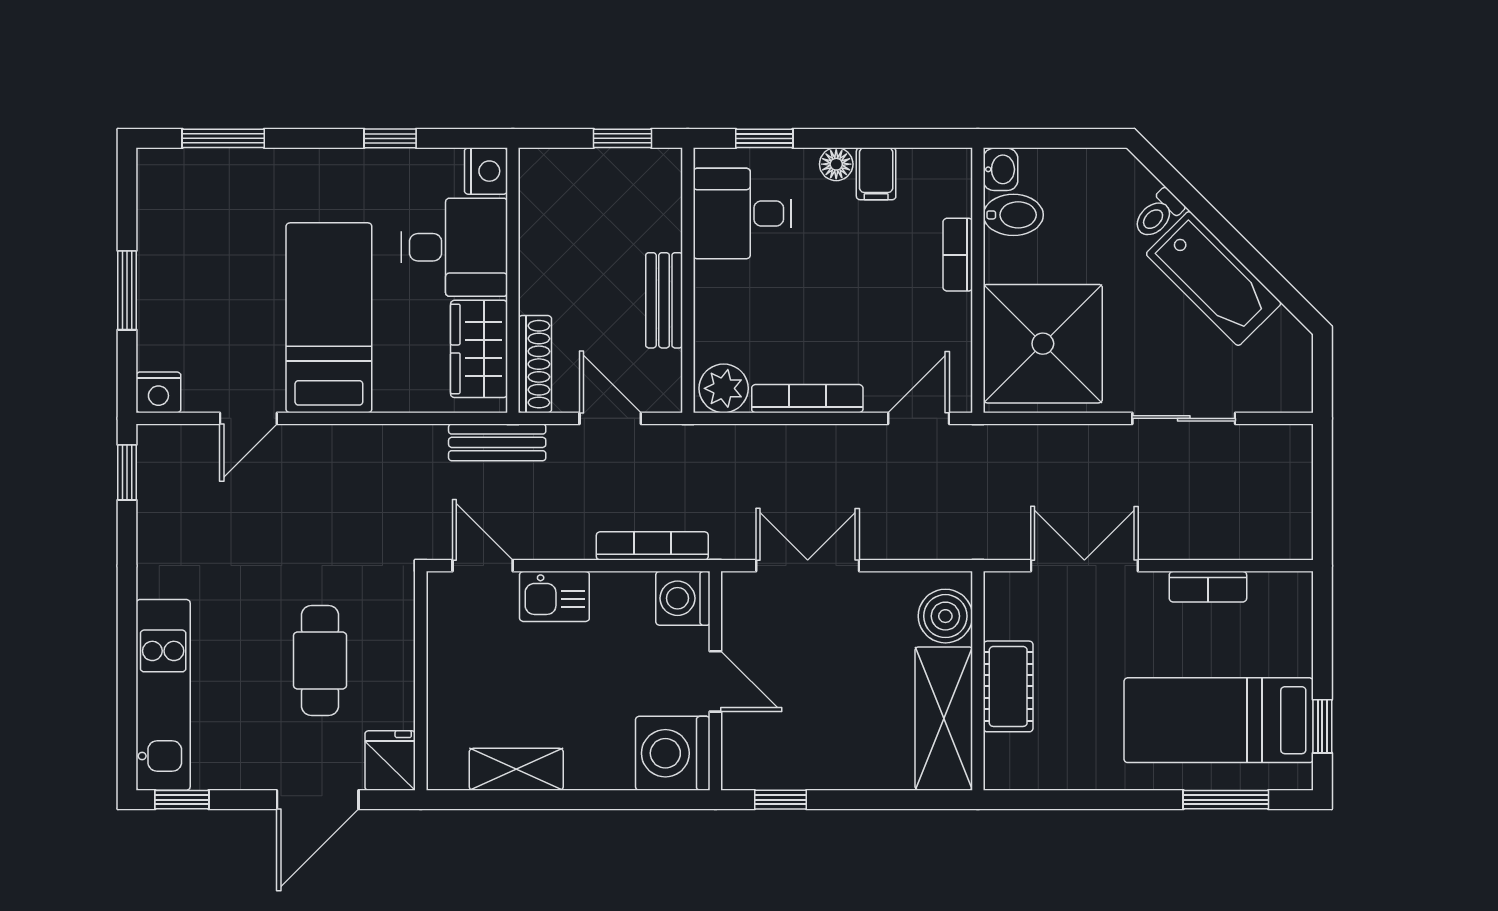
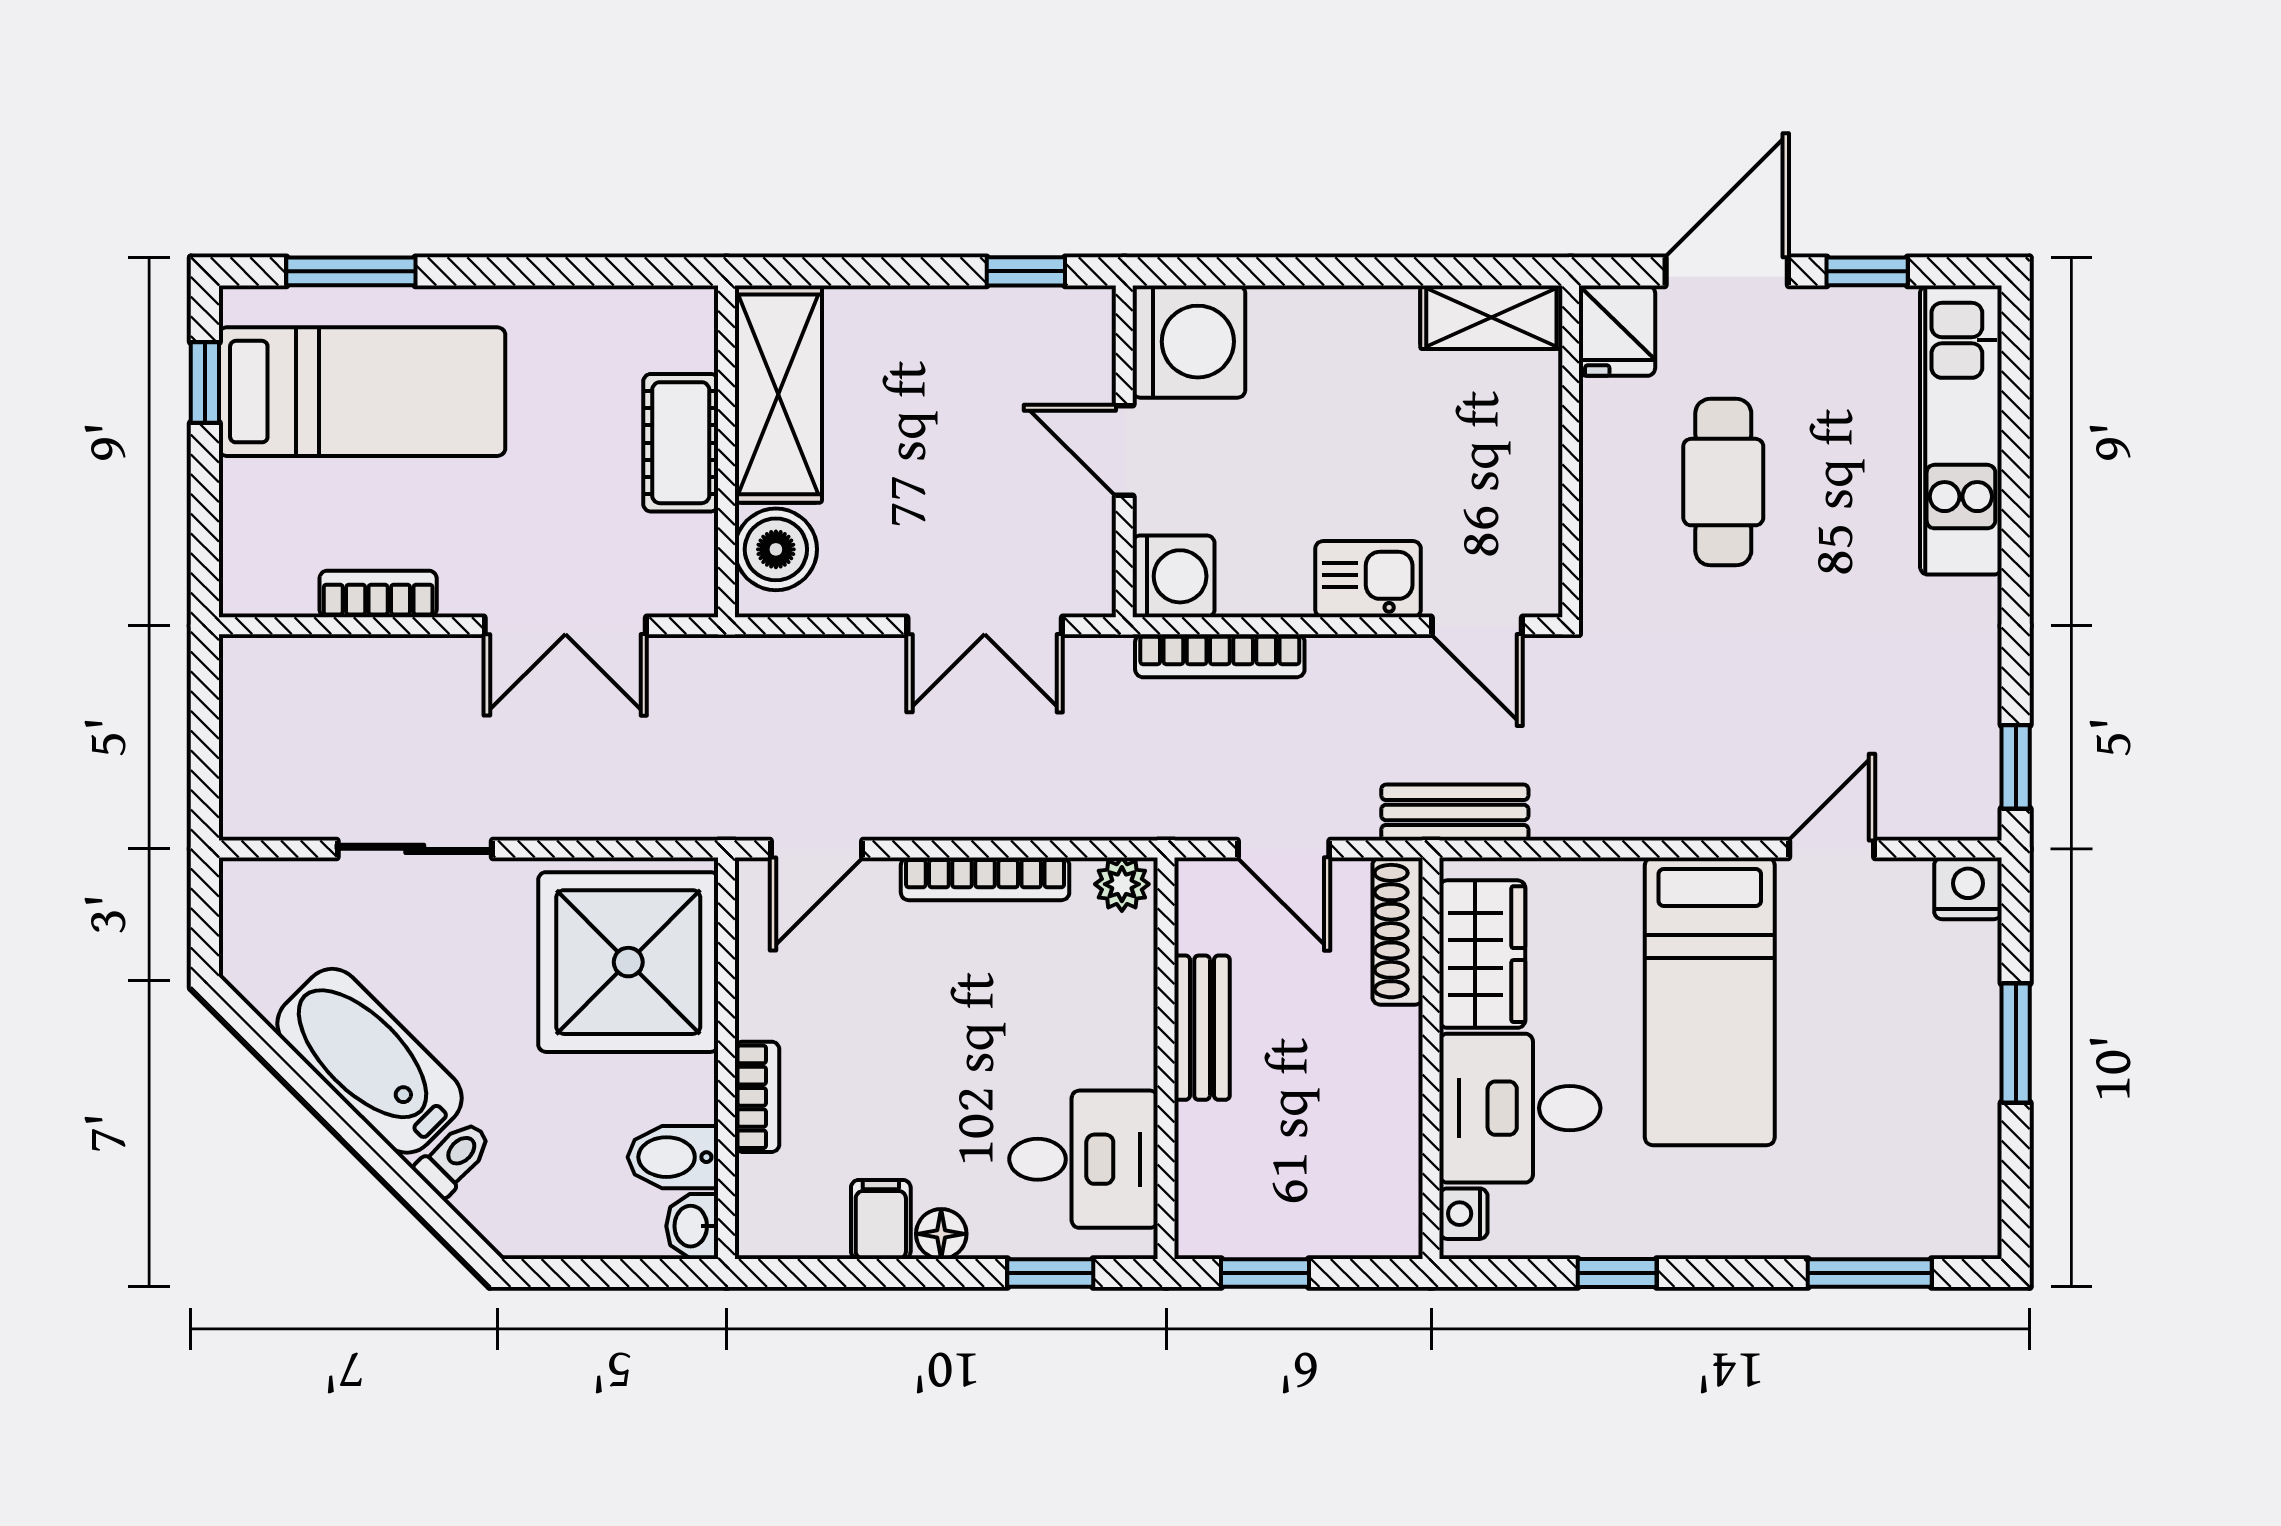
nightstand: (486, 171) -> (1463, 1214), width x0.72, depth x0.74
plant: (724, 388) -> (1122, 884), width x0.73, depth x0.73
shelving: (516, 769) -> (1491, 317), moved
window: (182, 800) -> (1867, 271), moved

